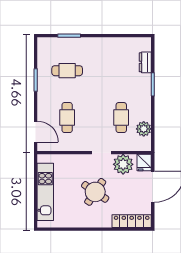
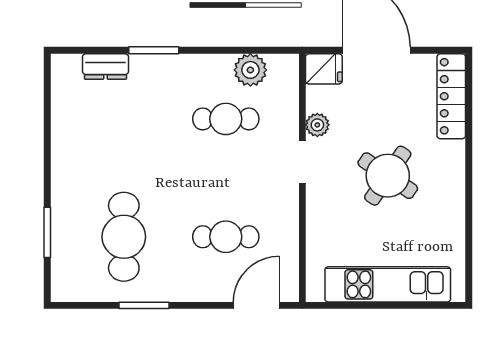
cafe table: (67, 71) -> (124, 237), width x1.37, depth x1.35
plant: (123, 164) -> (317, 125), width x0.53, depth x0.53

